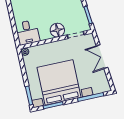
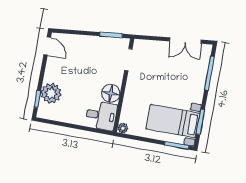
floor lamp: (57, 30) -> (111, 93), moved
double door: (102, 57) -> (185, 41), moved
bed with nightstands: (59, 82) -> (173, 121), width x0.54

